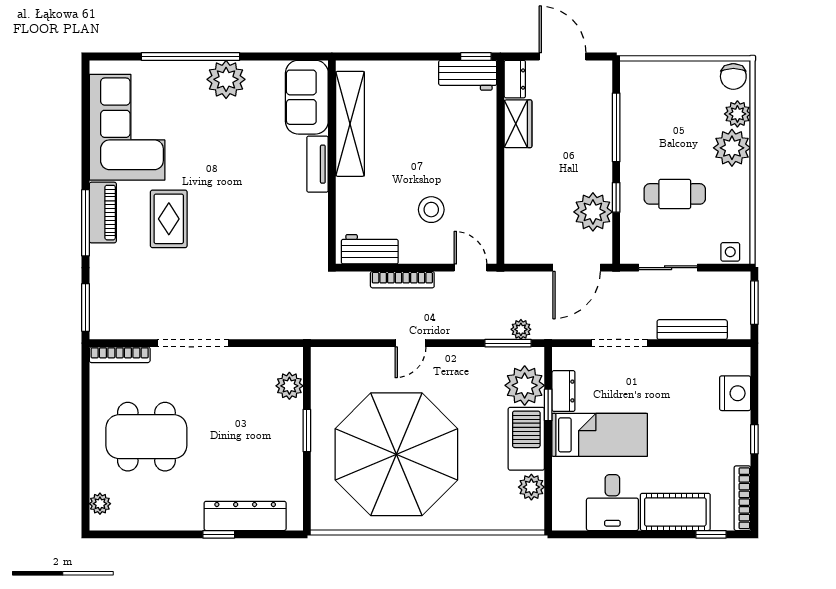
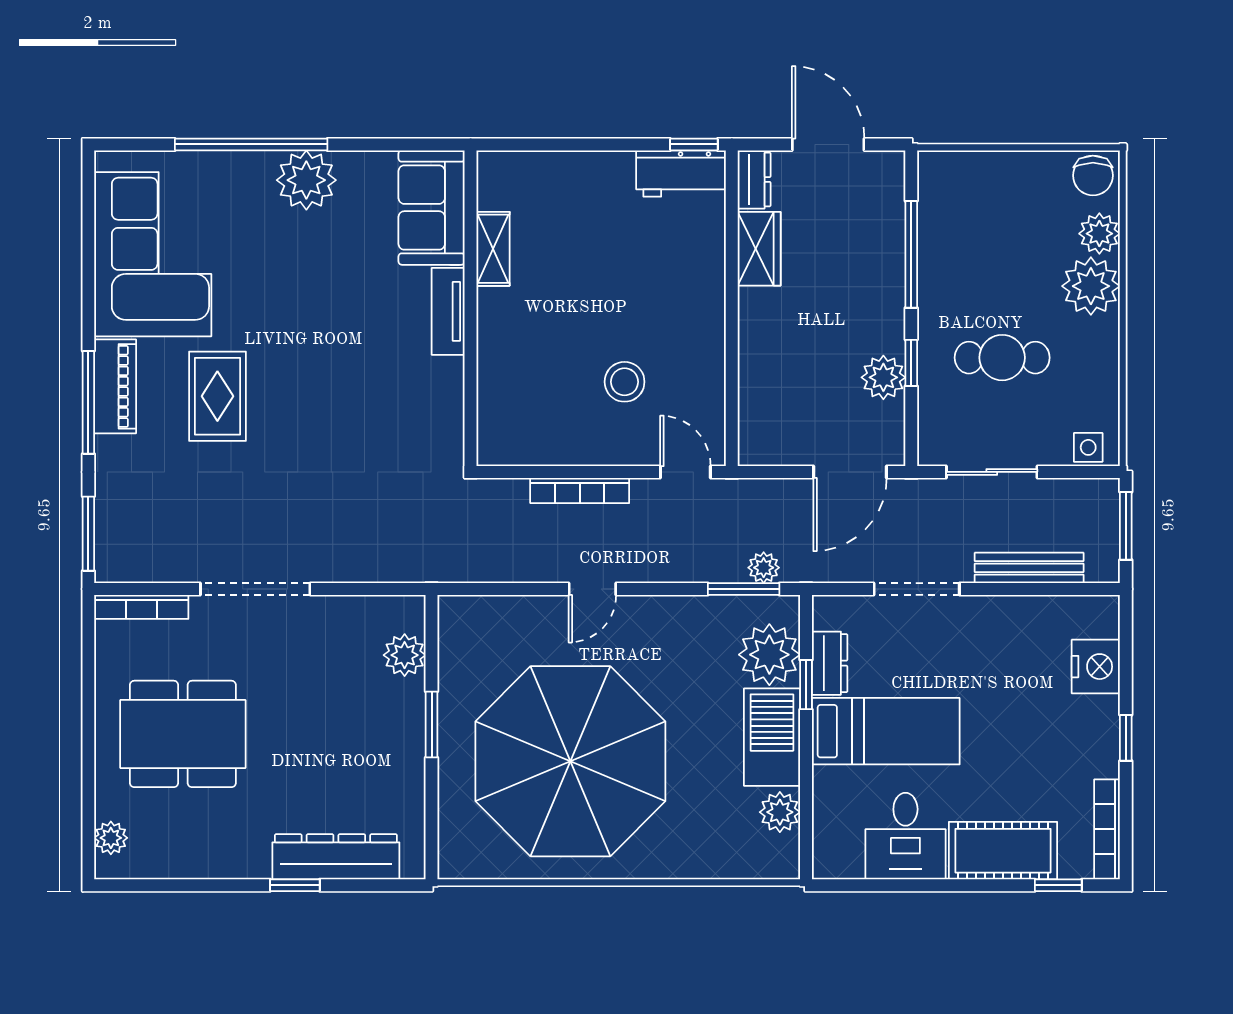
shelving: (350, 124) -> (493, 249), width x0.45, depth x0.75
plant: (593, 212) -> (883, 377), width x0.73, depth x0.73
workbench: (370, 249) -> (529, 443), removed

